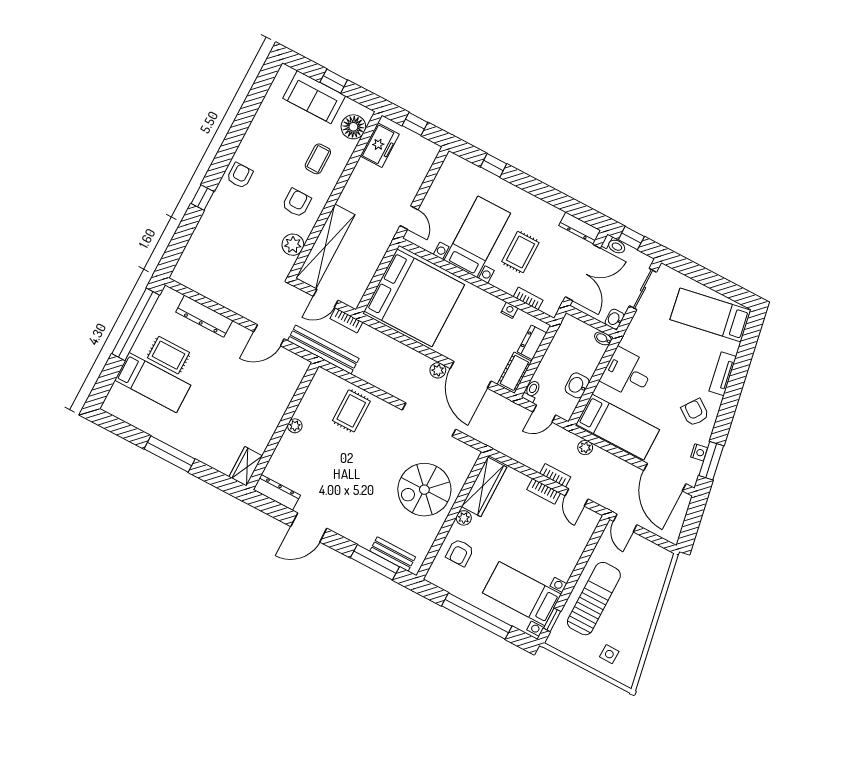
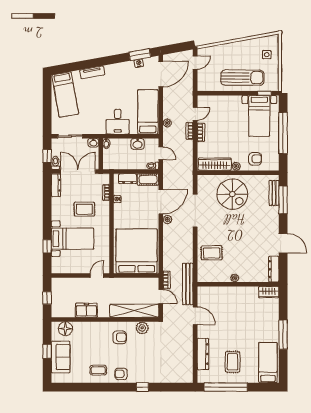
freezer: (380, 145) -> (86, 310), moved
coffee table: (318, 159) -> (98, 370), moved
armchair: (297, 203) -> (120, 337), turned 180
bed with nightstands: (477, 237) -> (73, 239), moved, turned 180
bed: (153, 383) -> (268, 363), moved
armchair: (695, 412) -> (119, 76), removed
door: (625, 523) -> (195, 62), moved
sun lounger: (594, 599) -> (242, 78), turned 180

